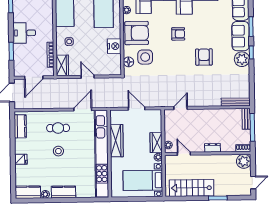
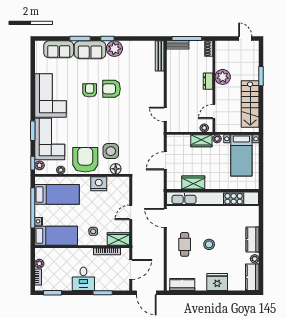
armchair: (178, 34) -> (90, 90), moved
door: (34, 77) -> (131, 269), hinge flipped
wardrobe: (117, 141) -> (193, 183), width x0.67
fridge: (21, 159) -> (217, 282), width x1.88, depth x1.34
plant: (244, 161) -> (223, 77), moved

